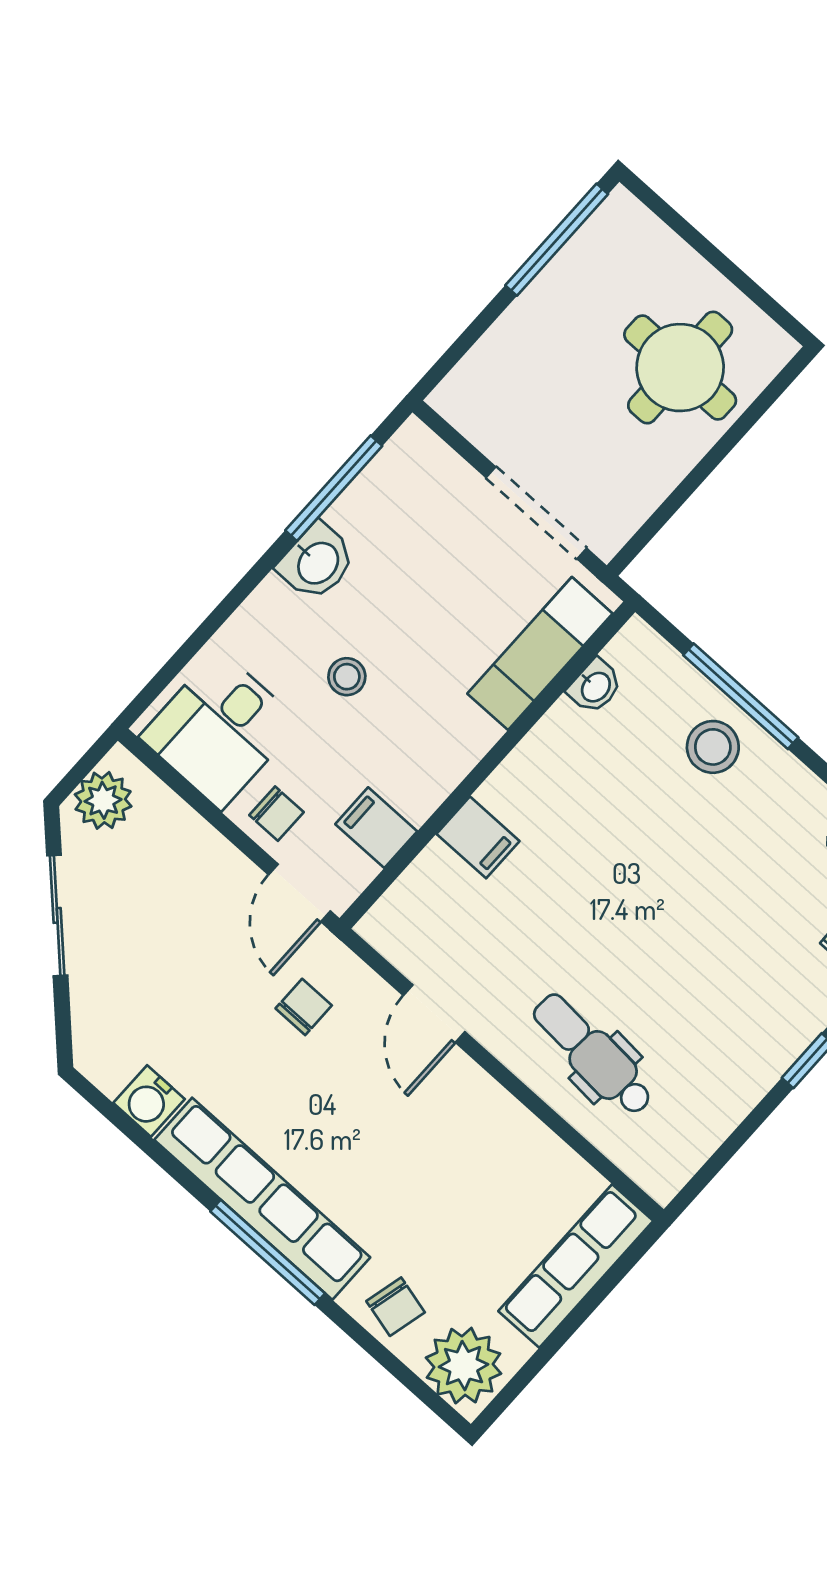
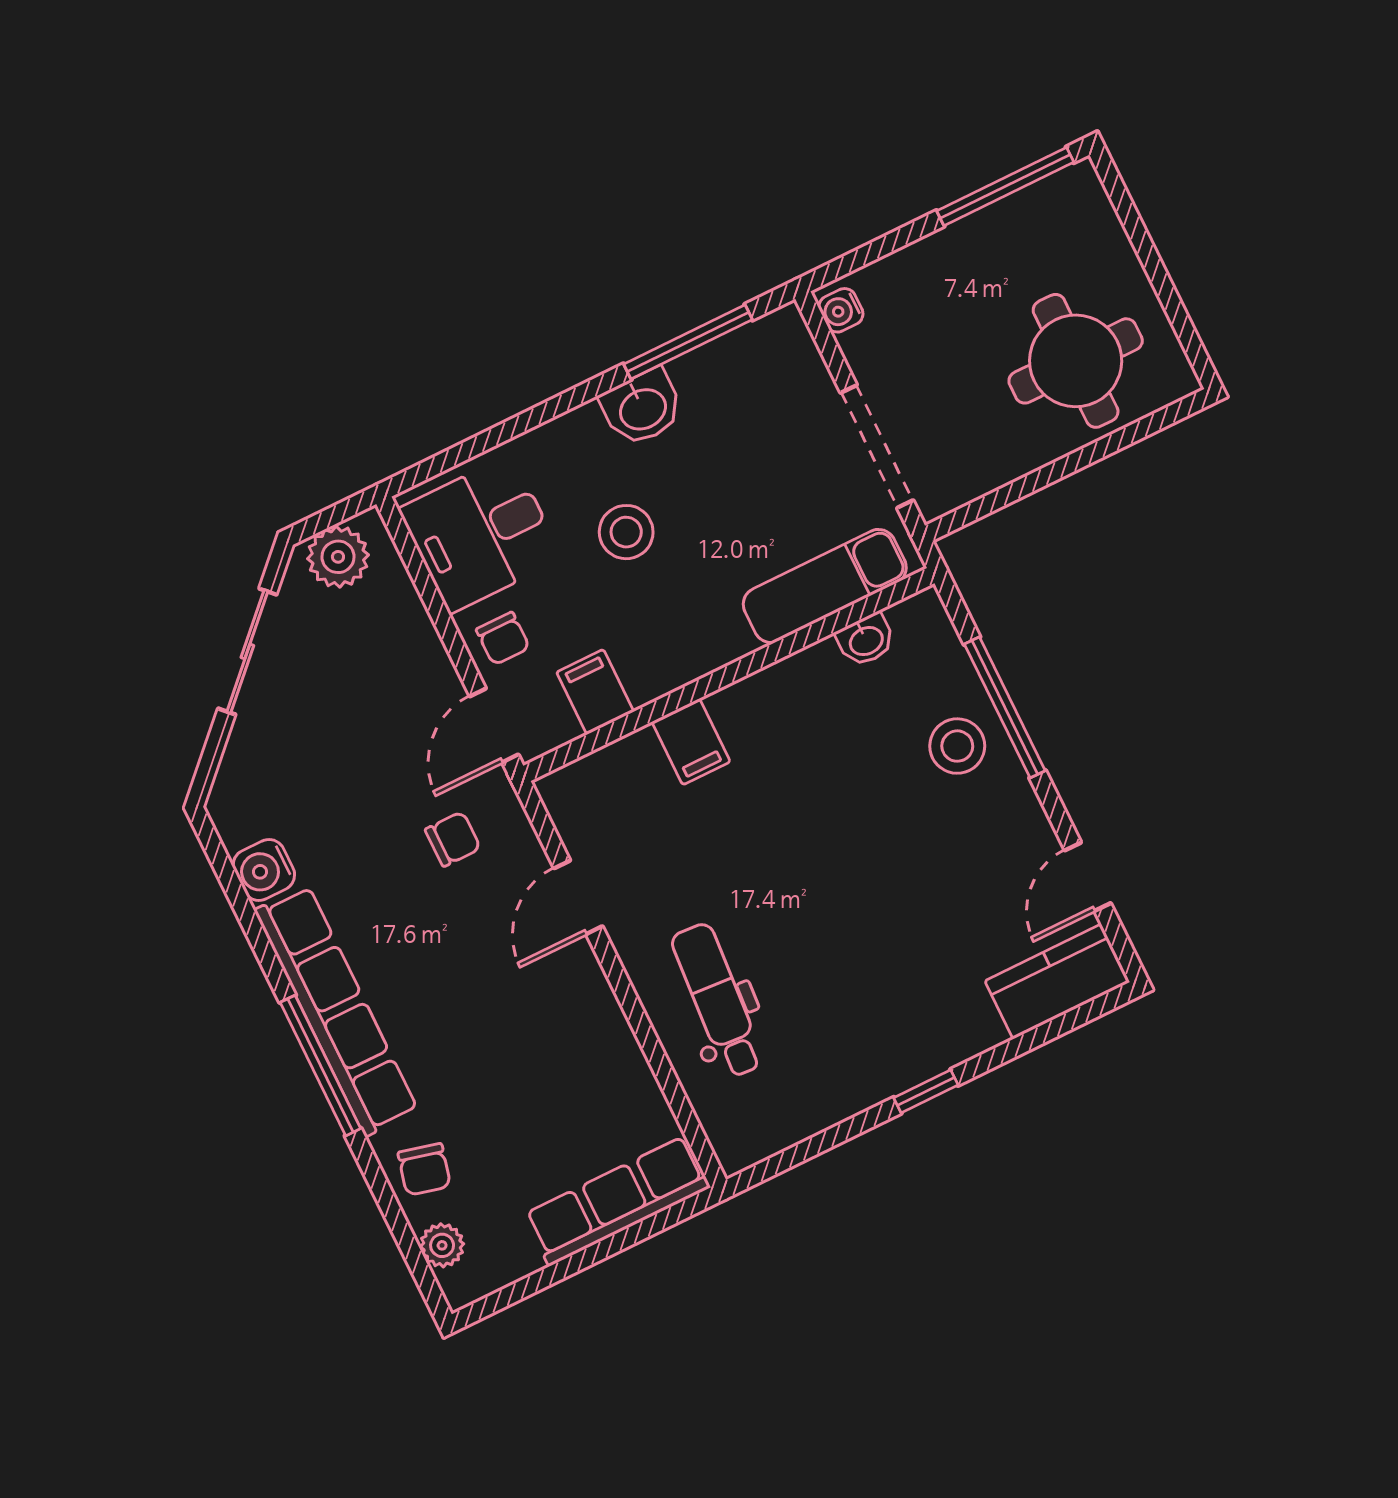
water cooler: (457, 406) -> (841, 310), added
stool: (347, 677) -> (626, 532), width x1.37, depth x1.37
plant: (464, 1366) -> (442, 1245), width x0.53, depth x0.53

